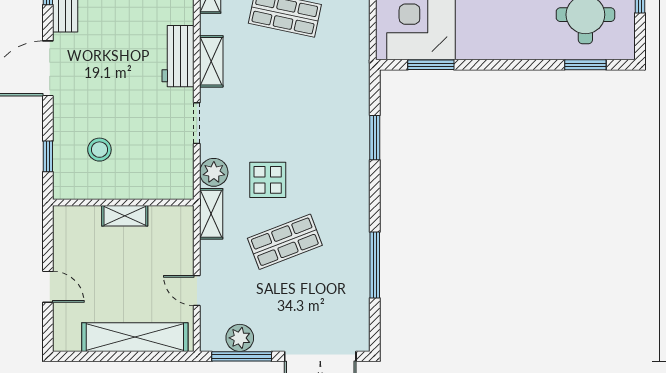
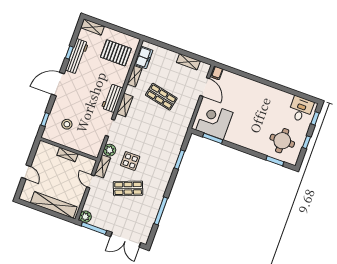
door: (197, 290) -> (91, 181), moved
plant: (240, 338) -> (85, 217), moved

